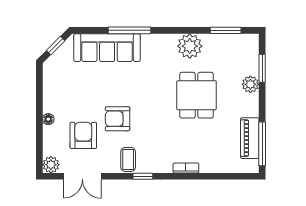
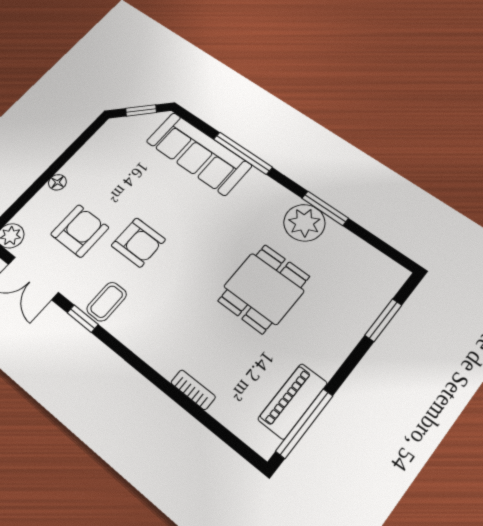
window: (226, 30) -> (325, 208), moved
plant: (250, 84) -> (350, 329), removed
armchair: (118, 119) -> (138, 242), turned 180
bookcase: (186, 168) -> (193, 390), moved
window: (143, 176) -> (83, 319), moved

